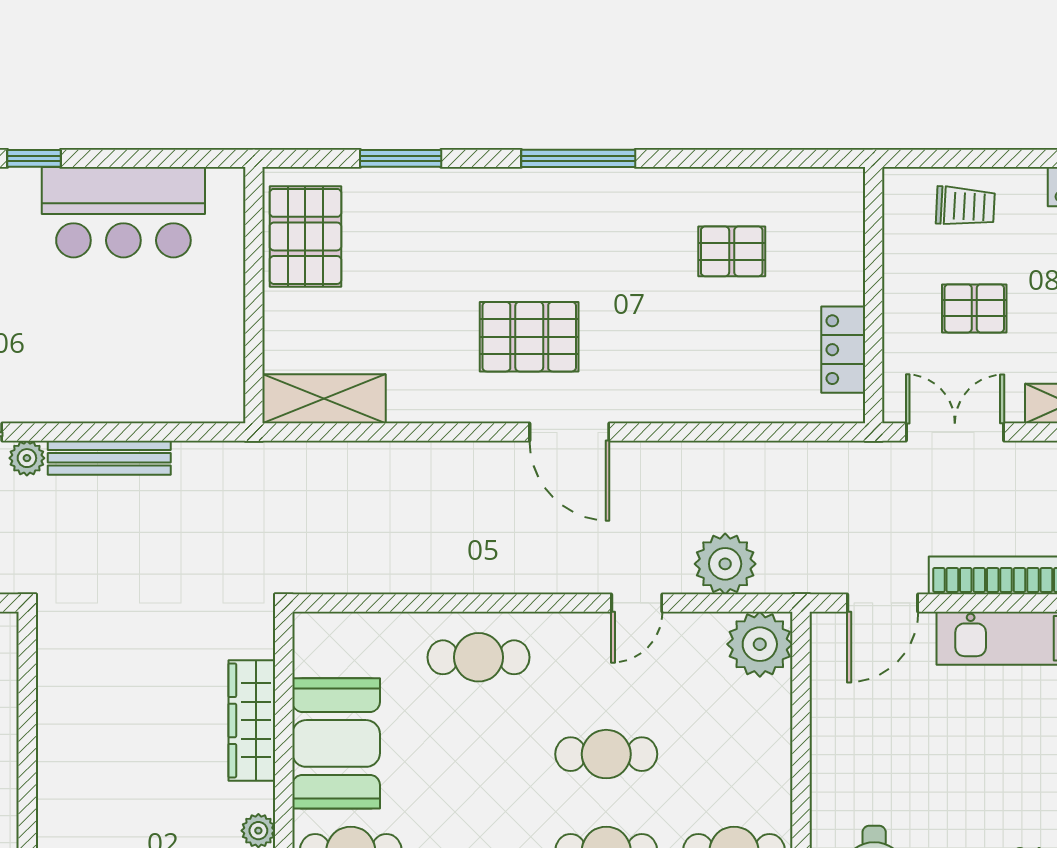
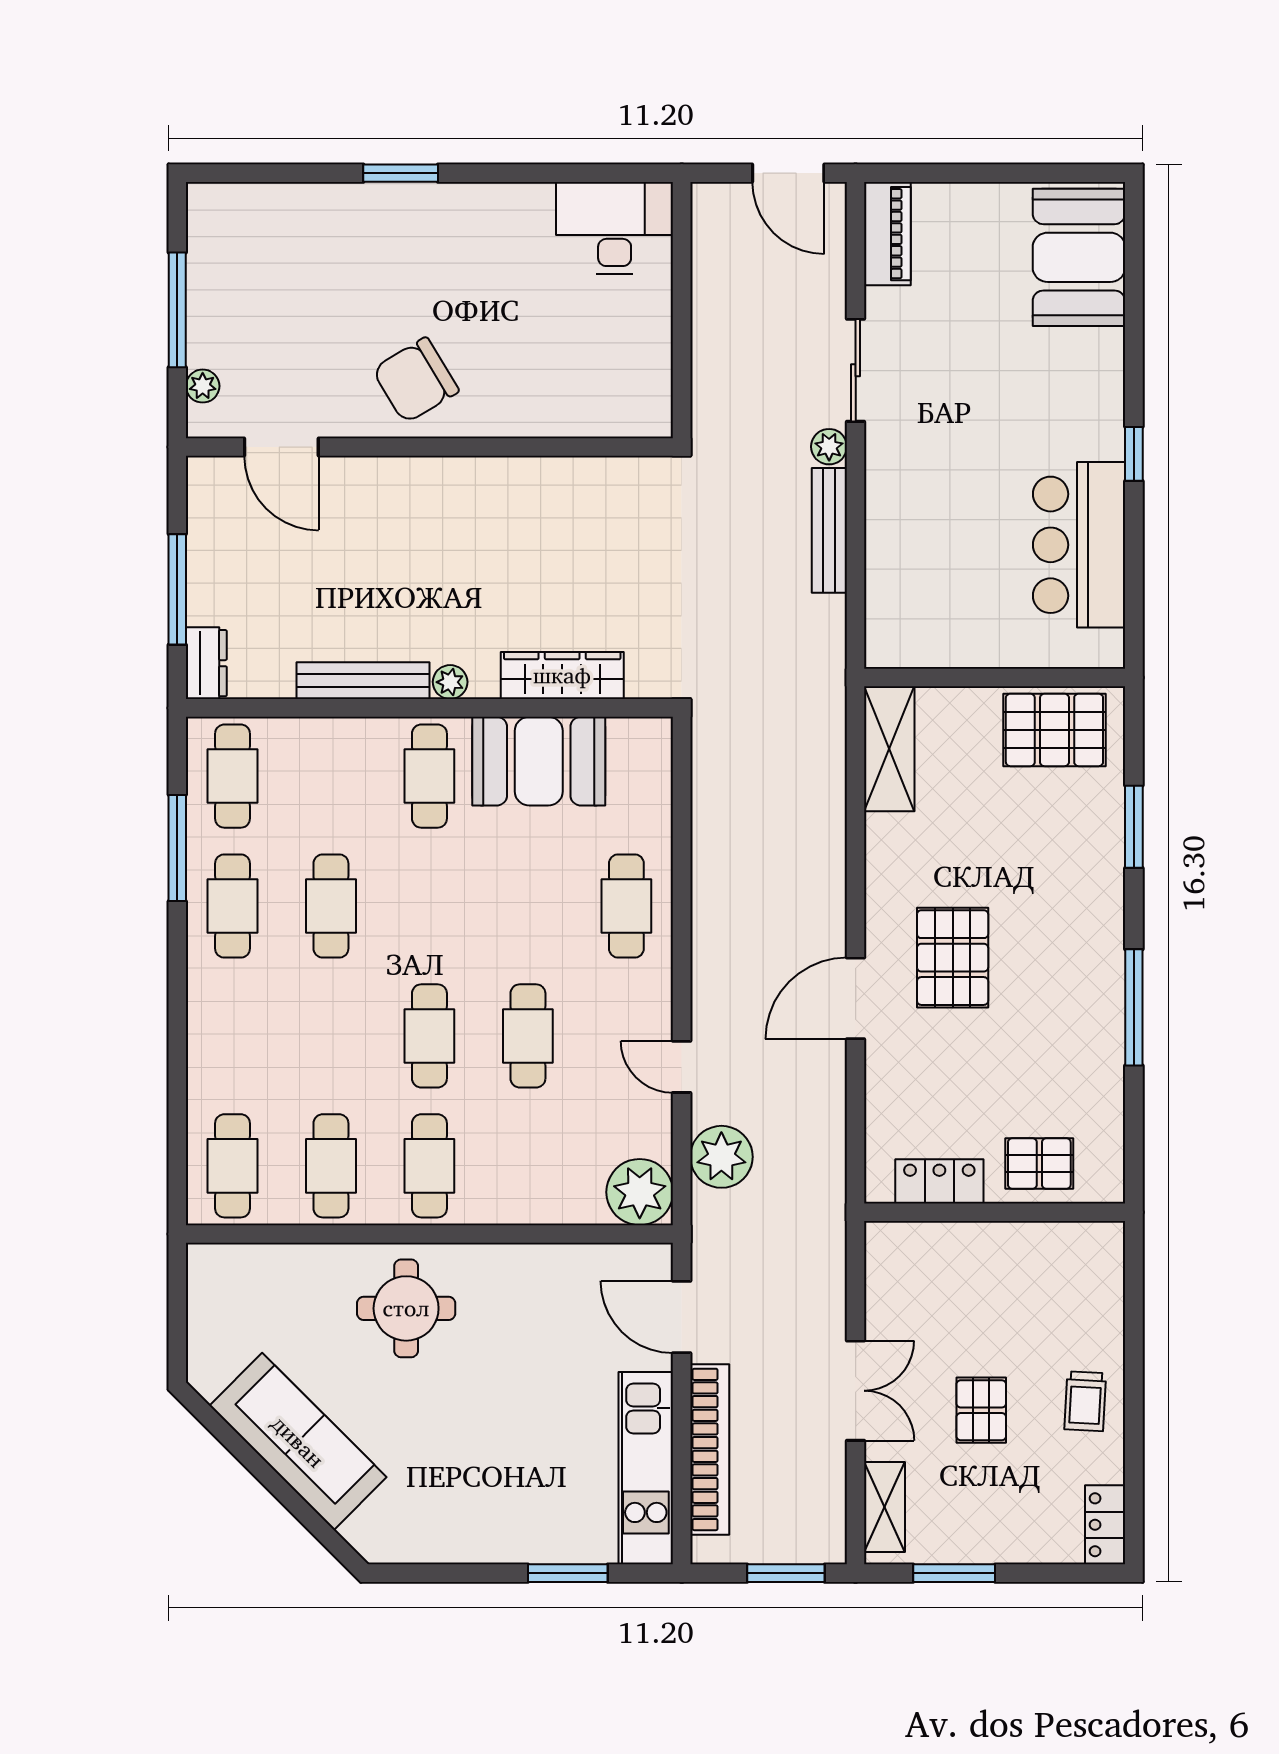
pallet: (732, 251) -> (1039, 1164), turned 90
wall: (874, 295) -> (995, 1212), moved
locker: (843, 350) -> (939, 1181), moved

